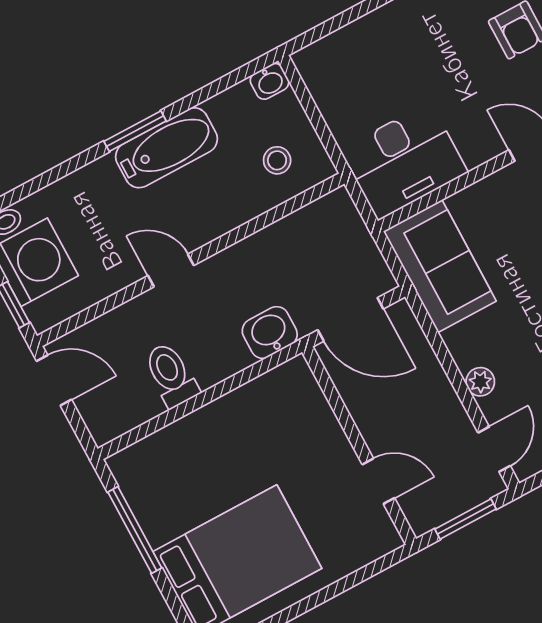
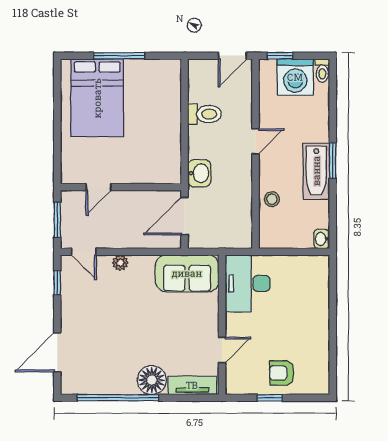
stool: (277, 160) -> (272, 199), moved
window: (135, 530) -> (119, 56), moved

